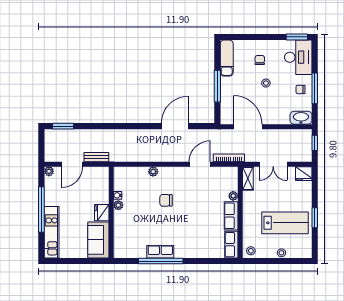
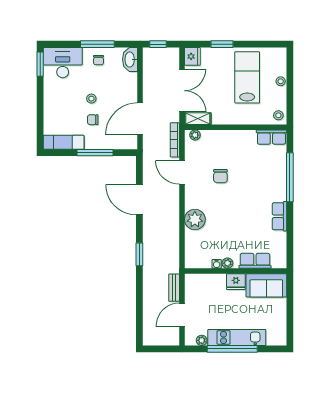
chair: (260, 60) -> (93, 120), moved
window: (63, 126) -> (139, 254), moved
door: (72, 164) -> (182, 315), swing flipped
double door: (273, 164) -> (182, 91), width x1.37
plant: (49, 171) -> (202, 340), moved
plant: (153, 172) -> (195, 219), width x1.88, depth x1.88
plant: (233, 196) -> (195, 135), moved
chair: (166, 200) -> (220, 176), moved
row of seats: (231, 216) -> (255, 261), moved, turned 180
window: (315, 218) -> (222, 44), moved
kitchen unit: (52, 232) -> (237, 337), moved
window: (161, 261) -> (290, 177), moved

